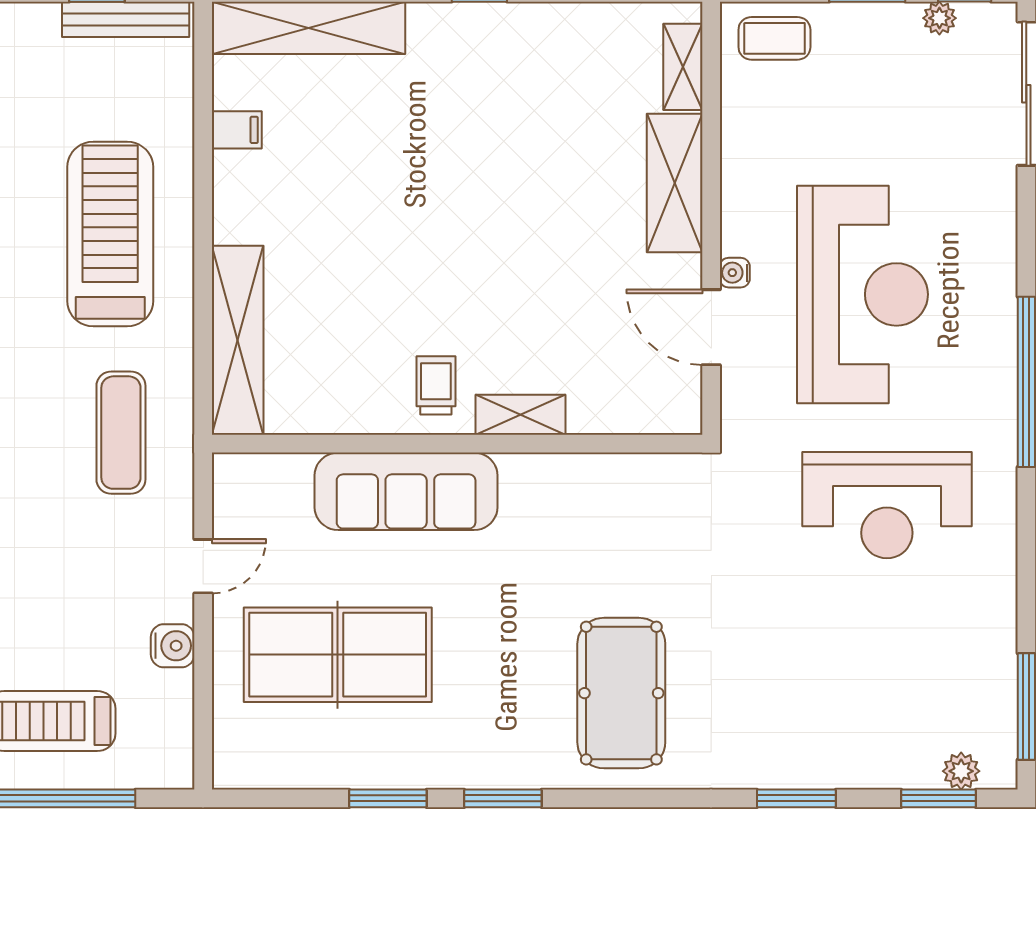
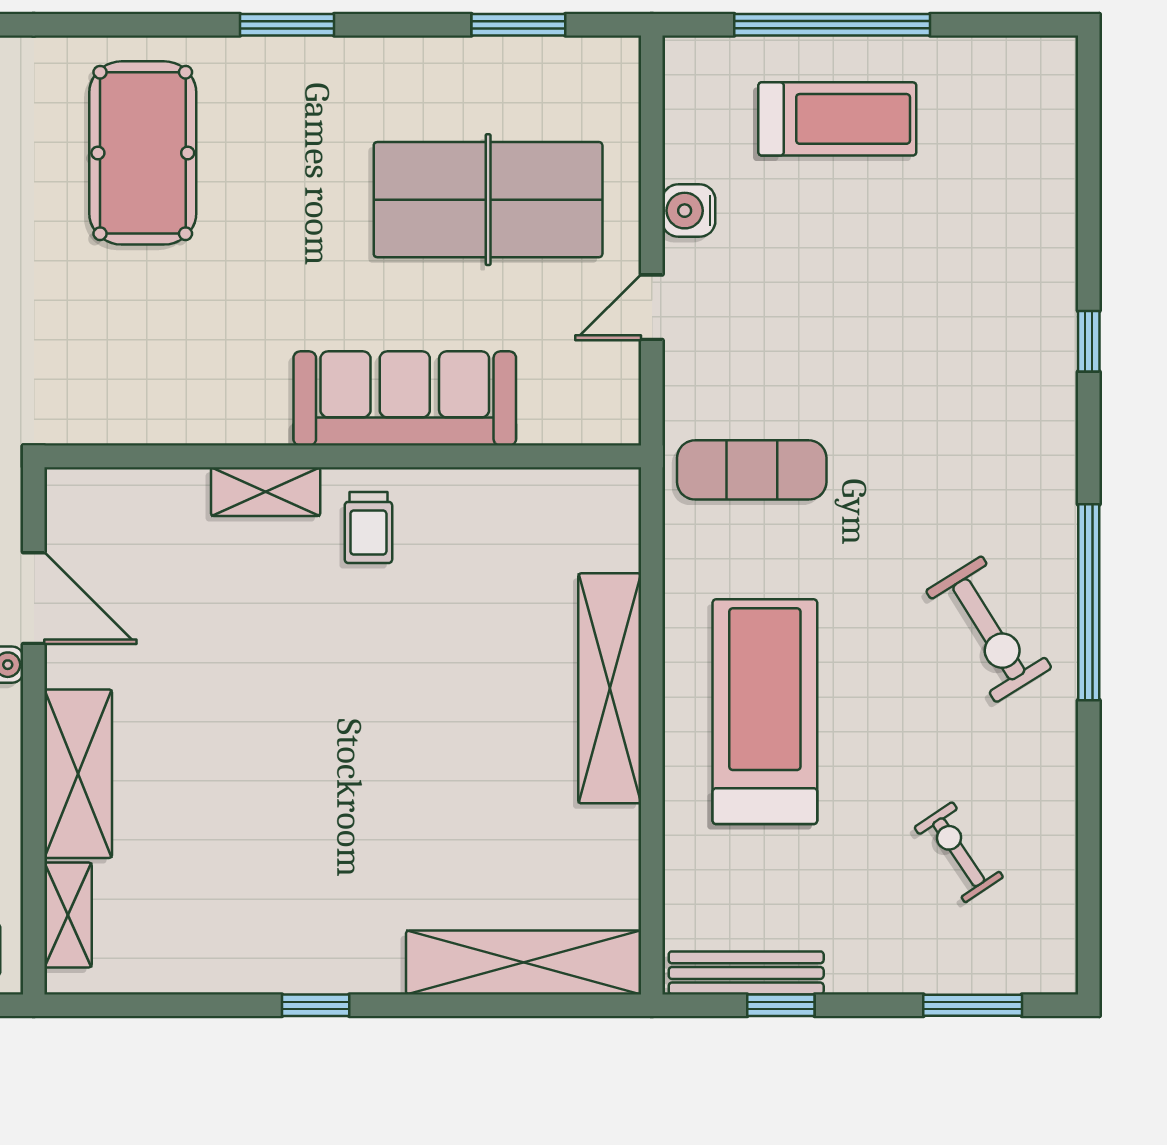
filing cabinet: (237, 130) -> (611, 838), removed
treadmill: (110, 234) -> (765, 712), turned 180
shelving: (238, 340) -> (610, 688), moved
exercise mat: (121, 433) -> (752, 470), turned 90
window: (388, 798) -> (518, 25), moved

